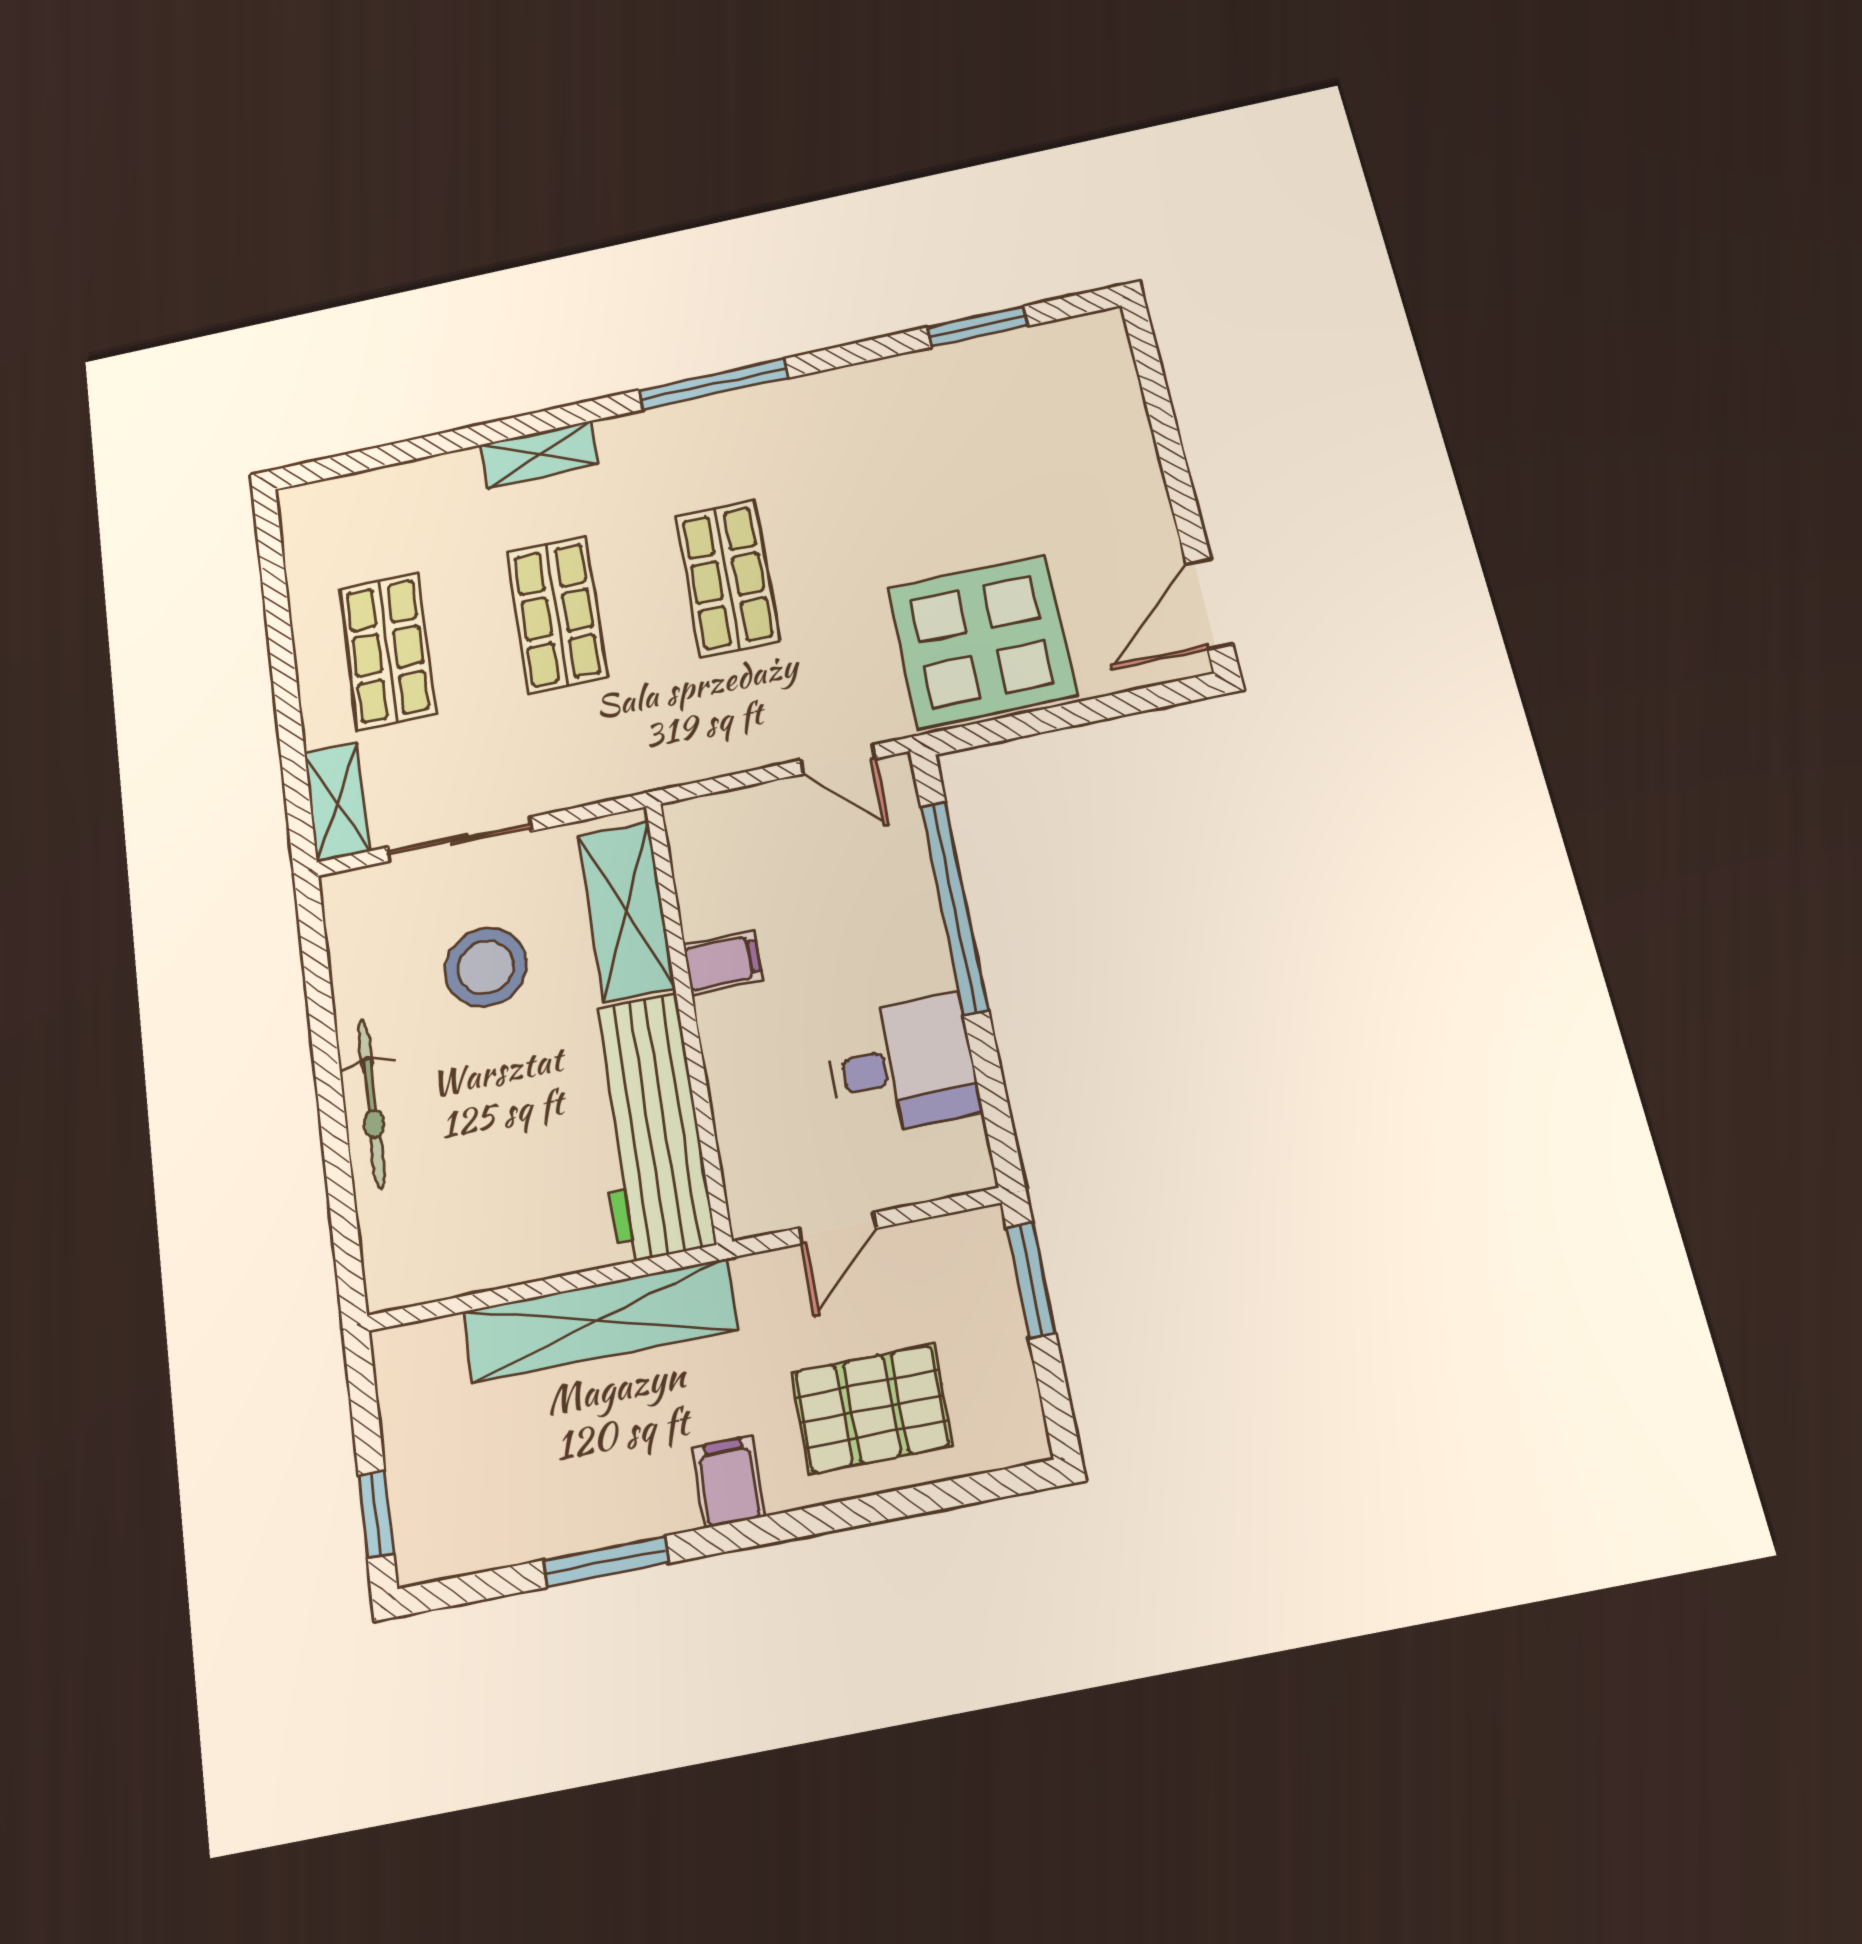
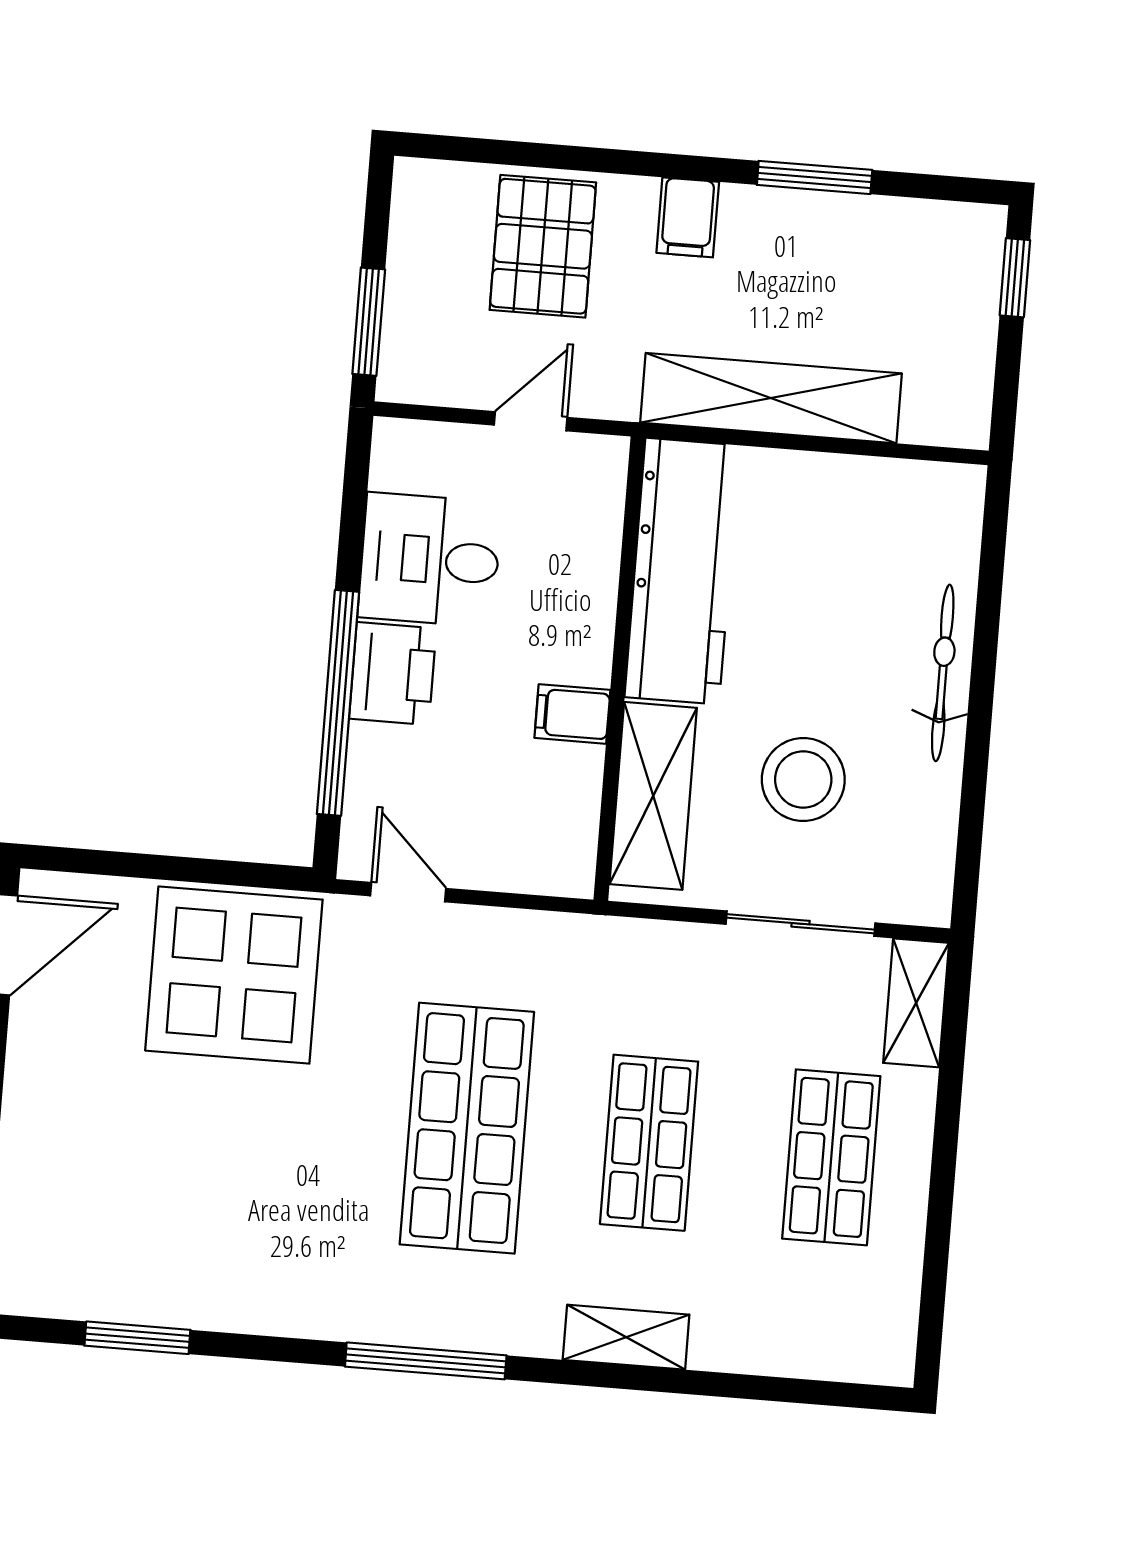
shop shelf: (728, 578) -> (467, 1128), width x1.43, depth x1.36
printer: (908, 949) -> (393, 674), added
pallet: (872, 1409) -> (543, 246), turned 90

